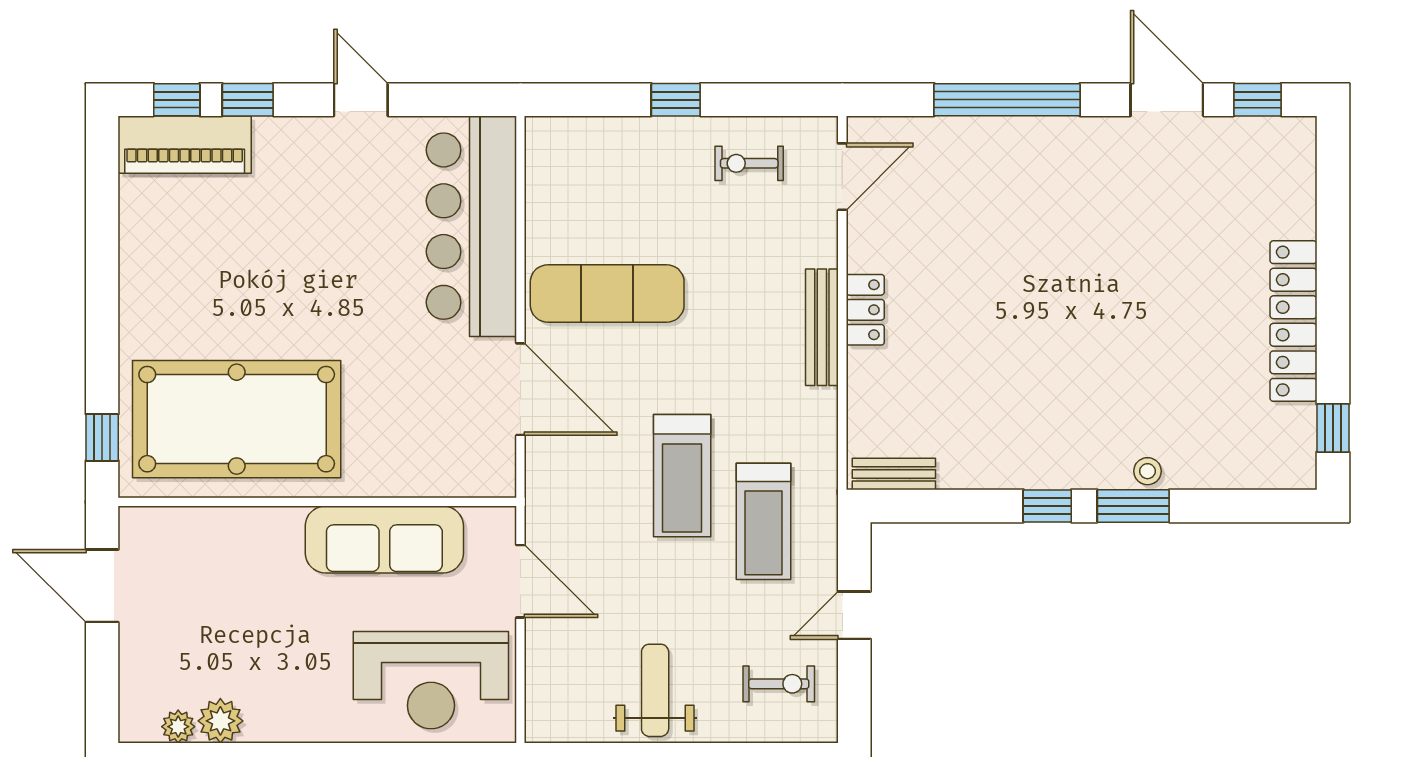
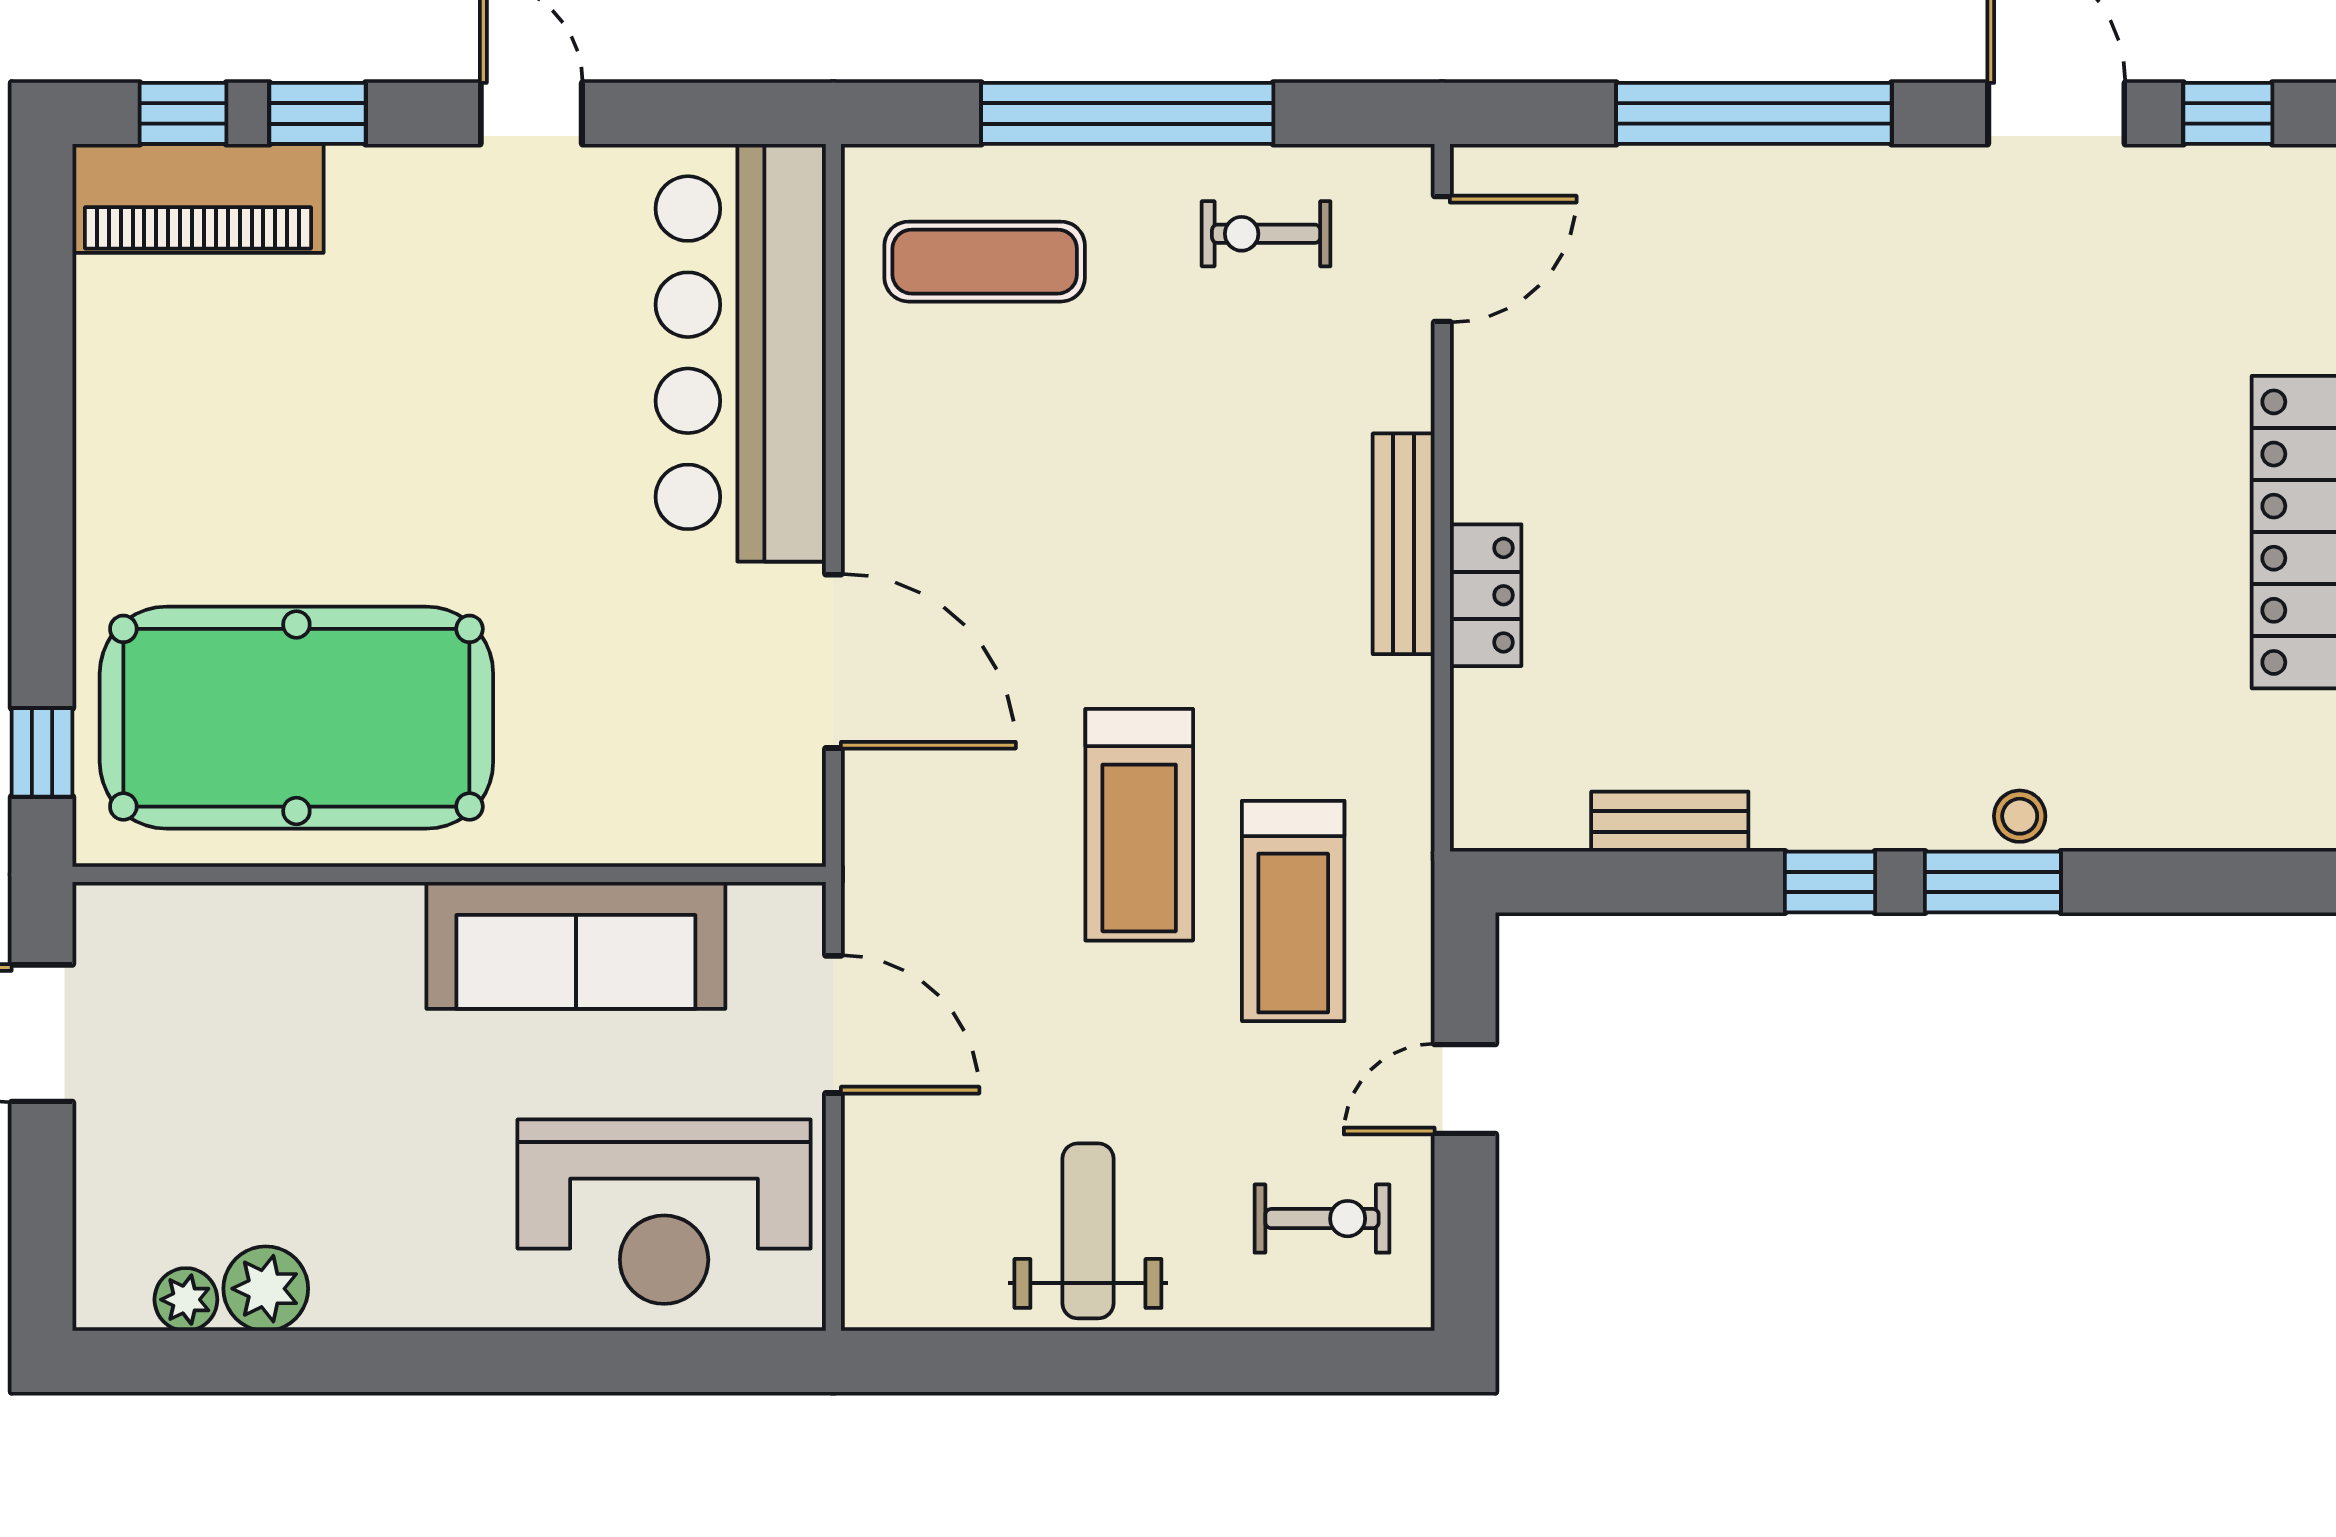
window: (676, 100) -> (1127, 113), width x3.17
exercise mat: (607, 293) -> (985, 262), moved, width x0.73, depth x0.69
locker: (865, 310) -> (1486, 595), moved
bench: (894, 474) -> (1670, 822), moved

